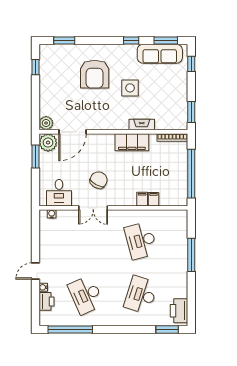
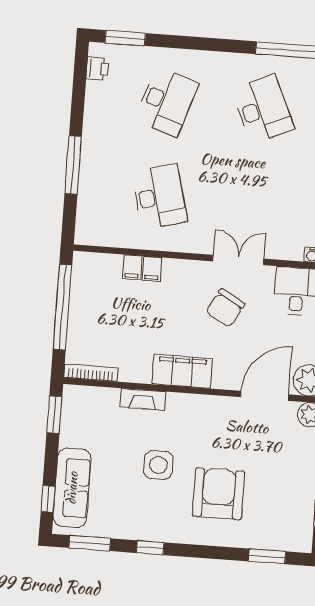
sofa: (160, 54) -> (72, 488), moved, turned 90
filing cabinet: (132, 142) -> (182, 371), moved
printer: (179, 311) -> (97, 69), width x0.53, depth x0.68

